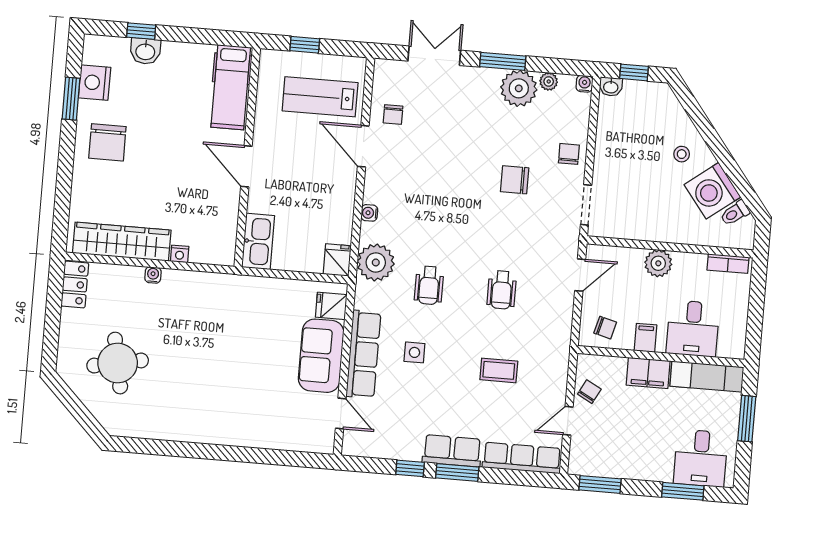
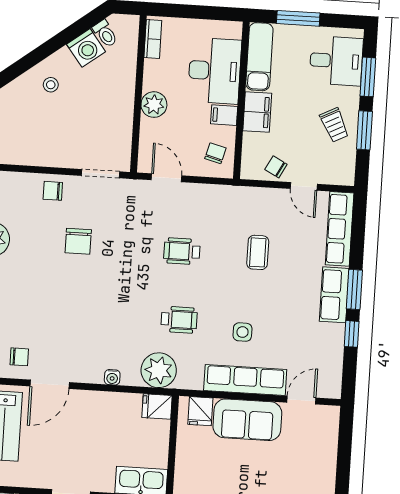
washing machine: (712, 191) -> (86, 48), width x0.73, depth x0.73
wheelchair: (502, 290) -> (182, 251), turned 180
desk: (693, 329) -> (215, 71), width x1.37
trolley: (633, 455) -> (334, 125), added
window: (600, 484) -> (364, 130), moved

